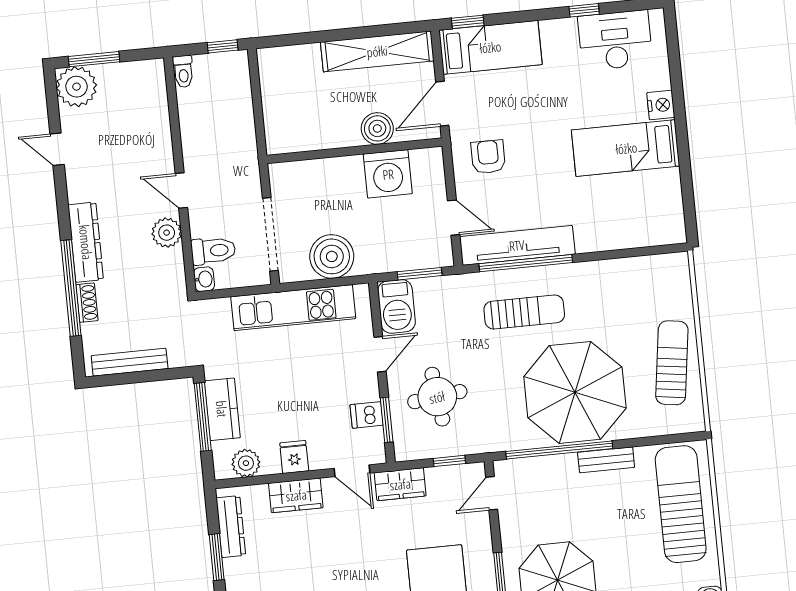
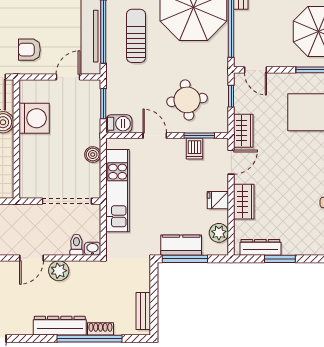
toilet: (213, 251) -> (76, 245), width x0.73, depth x0.72
boiler: (332, 256) -> (93, 155), width x0.54, depth x0.54
barbecue: (397, 306) -> (119, 124), width x0.73, depth x0.79
bench: (130, 362) -> (143, 311), width x0.73

